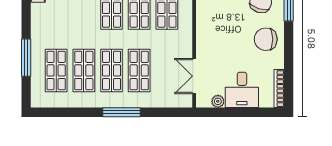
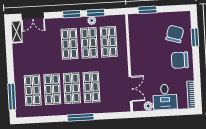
window: (26, 58) -> (12, 97), moved
double door: (194, 76) -> (131, 89), swing flipped

